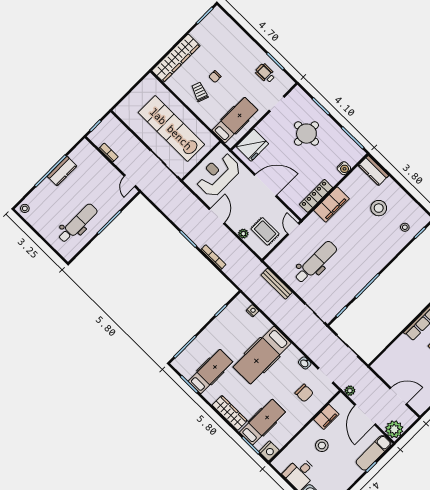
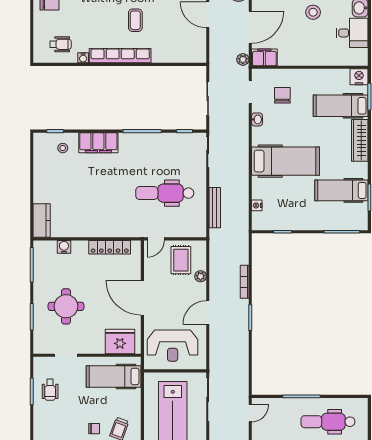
filing cabinet: (331, 205) -> (98, 143), moved, turned 180
stool: (379, 208) -> (68, 185), removed
filing cabinet: (326, 417) -> (264, 57), moved
stool: (322, 445) -> (313, 12), moved

